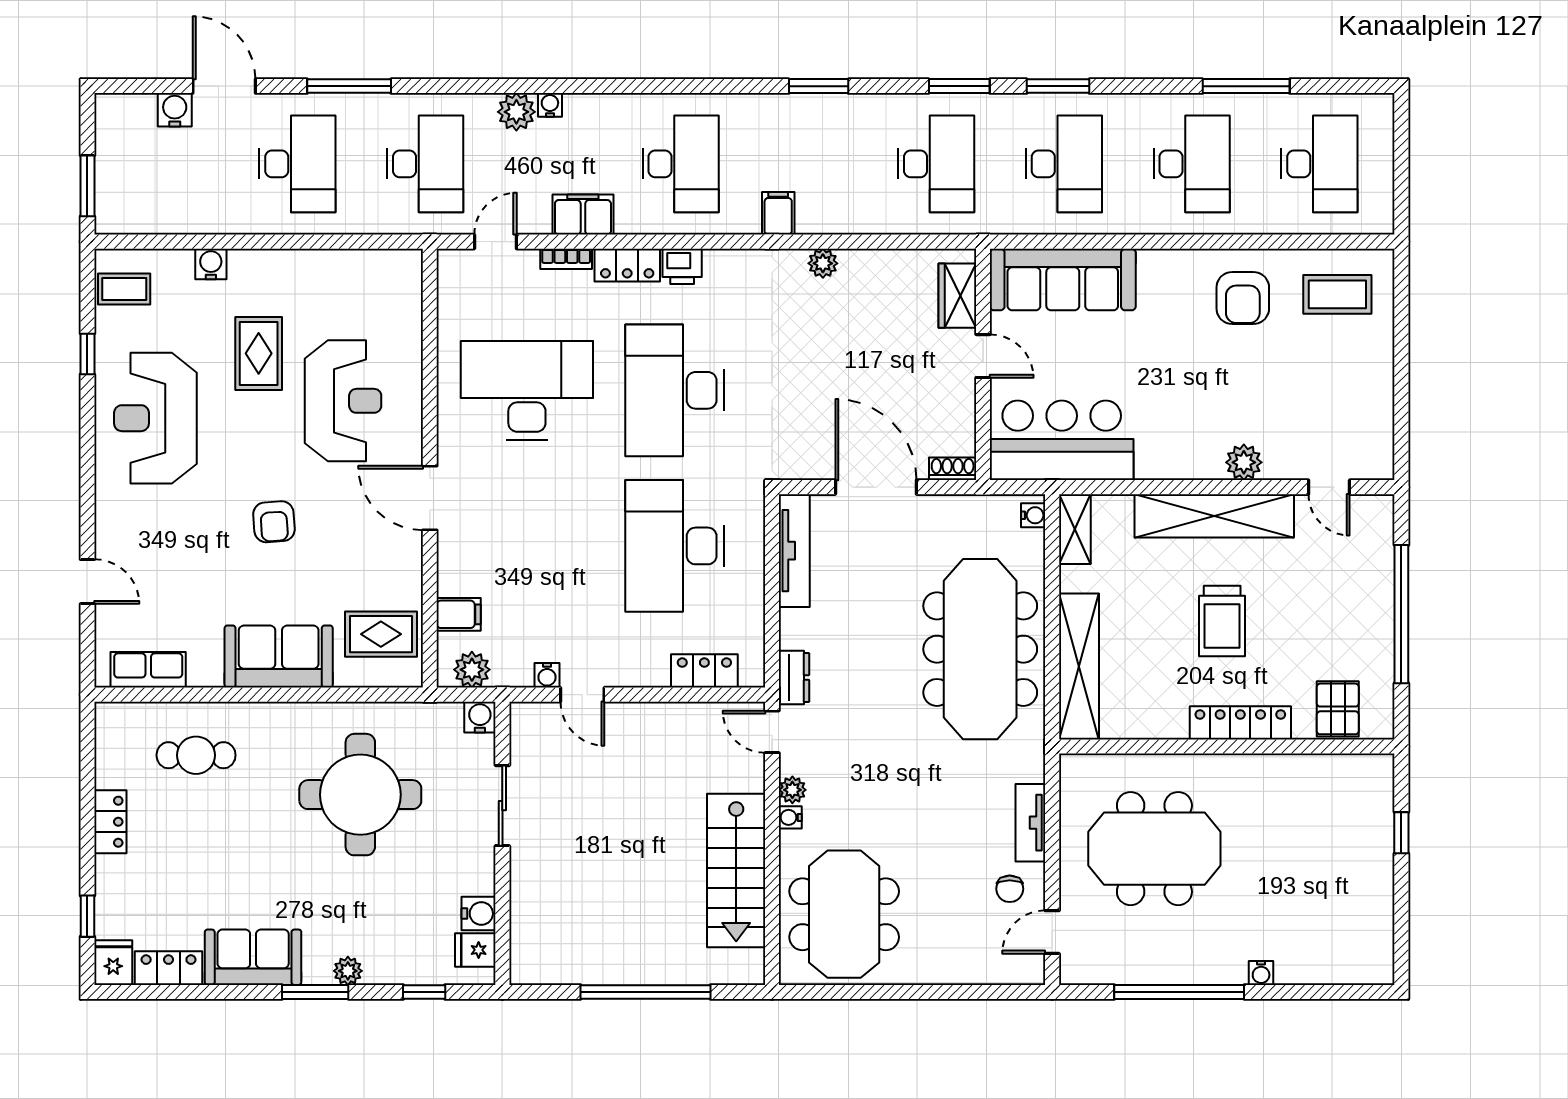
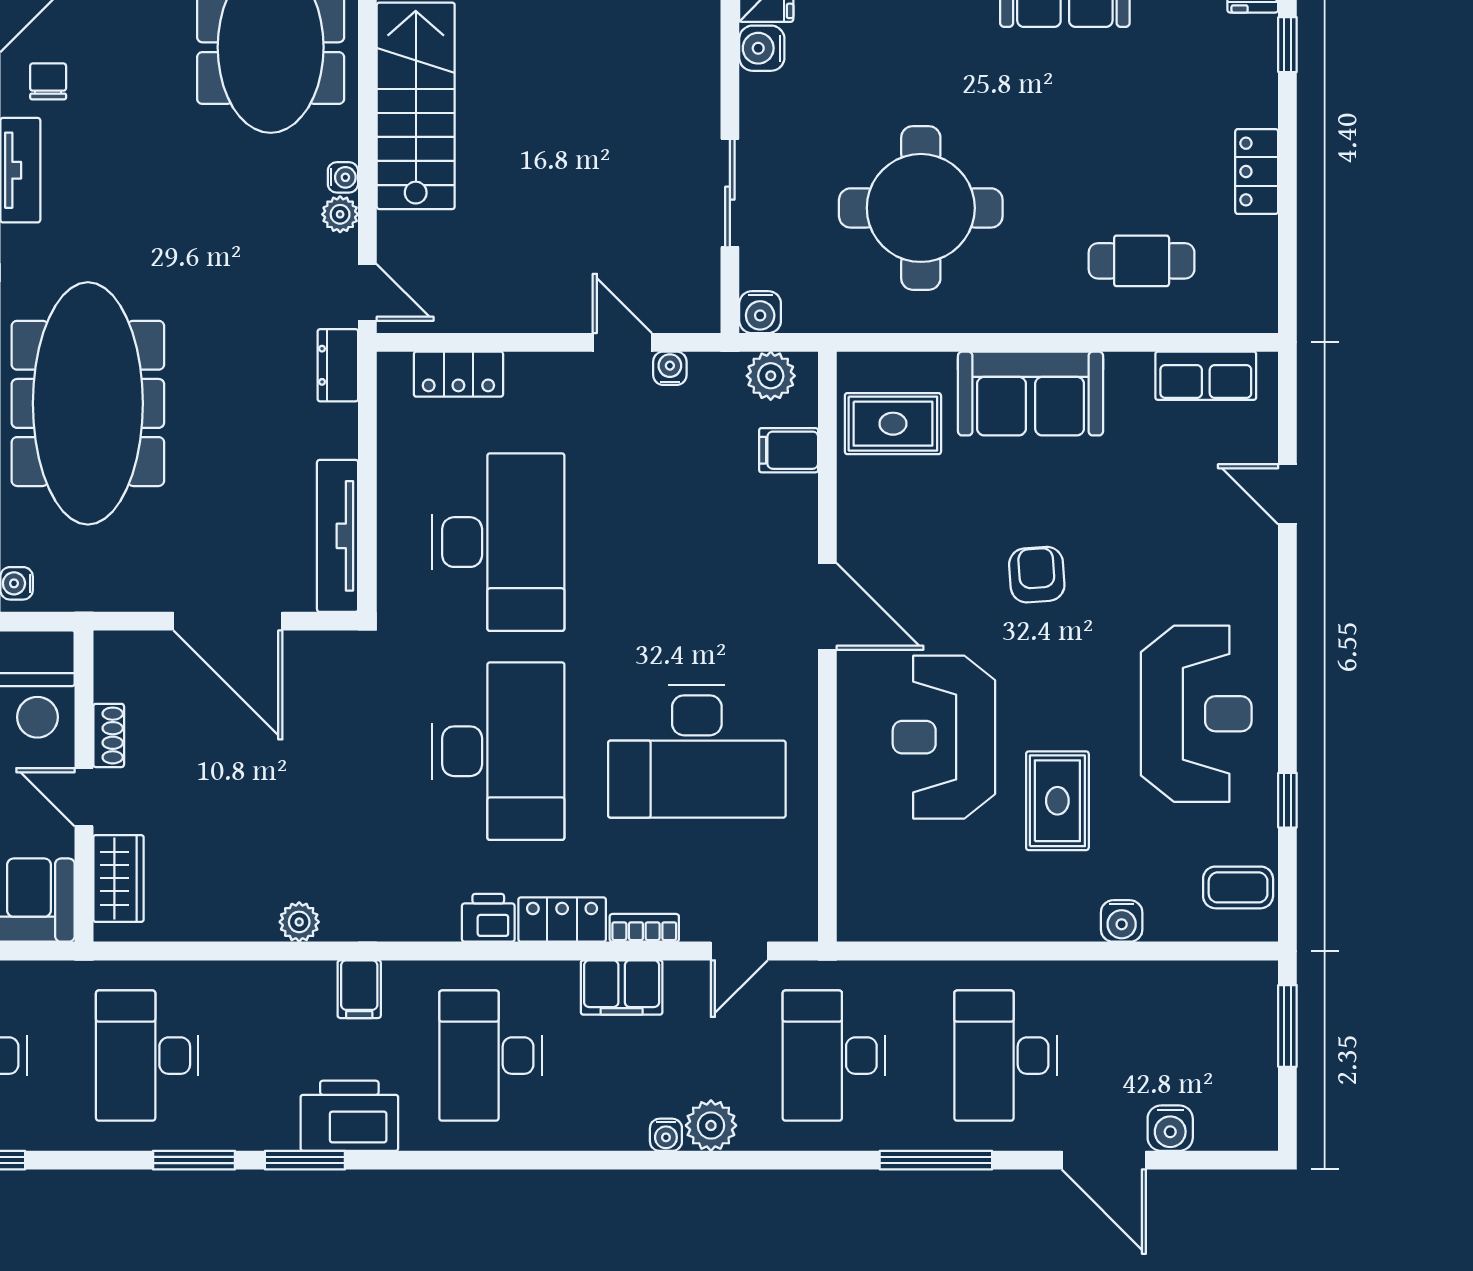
window: (959, 86) -> (194, 1160), moved
printer: (786, 119) -> (349, 1116), added
shoe rack: (953, 469) -> (109, 735), moved, turned -90

